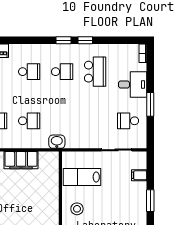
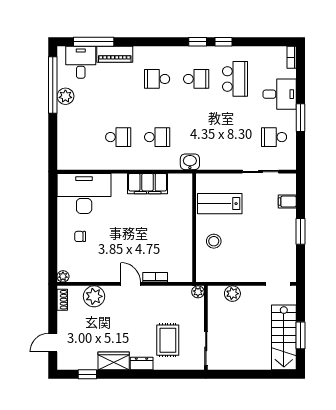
school desk: (29, 72) -> (157, 79), turned 180

